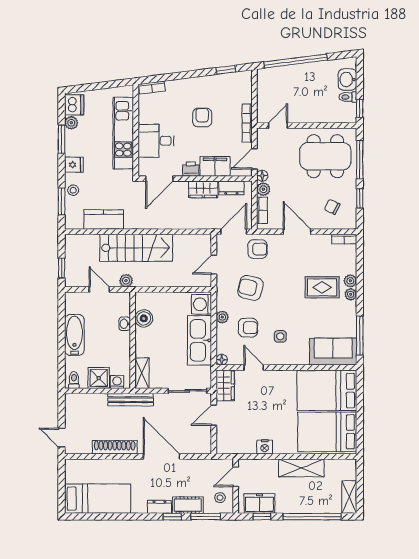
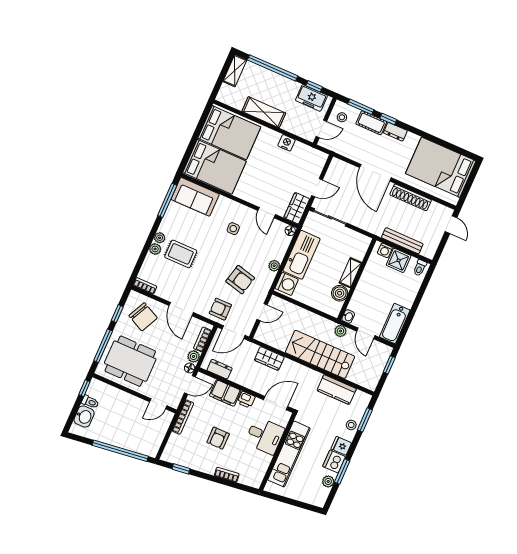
bookcase: (152, 88) -> (227, 475), moved
dishwasher: (74, 105) -> (334, 462), moved
wardrobe: (203, 189) -> (269, 359), moved, turned 180
chair: (332, 207) -> (143, 317), width x1.87, depth x1.87
washbasin: (125, 324) -> (348, 316), moved
armchair: (248, 328) -> (257, 248), removed
bathtub: (74, 335) -> (395, 323), moved
shelving: (142, 373) -> (350, 273), moved
bench: (131, 400) -> (402, 241), moved
bed: (98, 499) -> (441, 167), width x1.50

